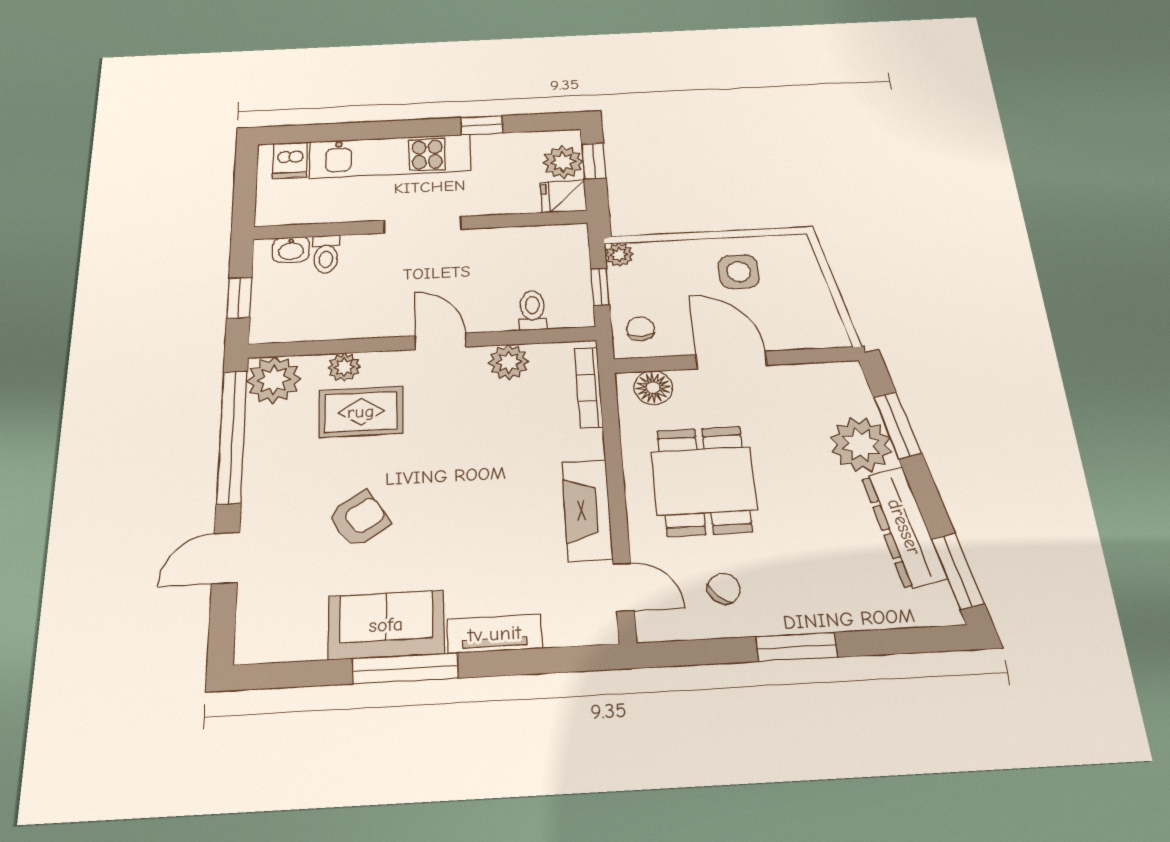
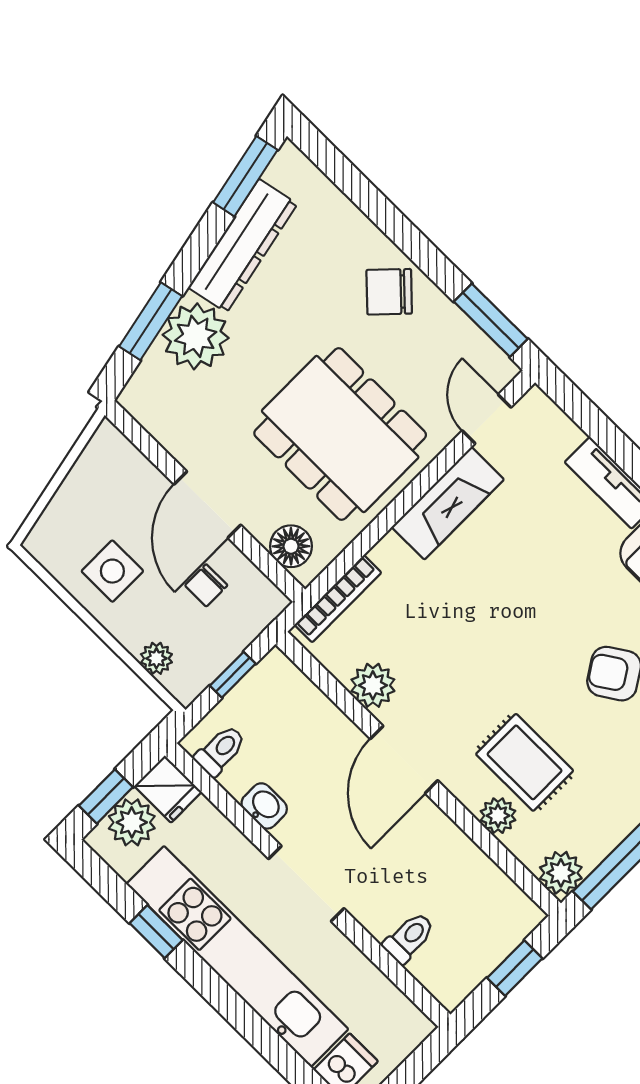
kitchen unit: (390, 156) -> (237, 957), width x1.36
washbasin: (291, 250) -> (264, 806), moved
plant: (619, 255) -> (156, 658), moved
toilet: (533, 310) -> (220, 751), moved, turned 180
chair: (641, 329) -> (206, 585), moved
door: (440, 341) -> (404, 760), width x1.38
plant: (274, 380) -> (561, 873), width x0.73, depth x0.73
dining table: (704, 481) -> (340, 434), width x1.37
chair: (724, 589) -> (389, 292), moved, width x1.37, depth x1.37
window: (797, 647) -> (491, 320), moved

